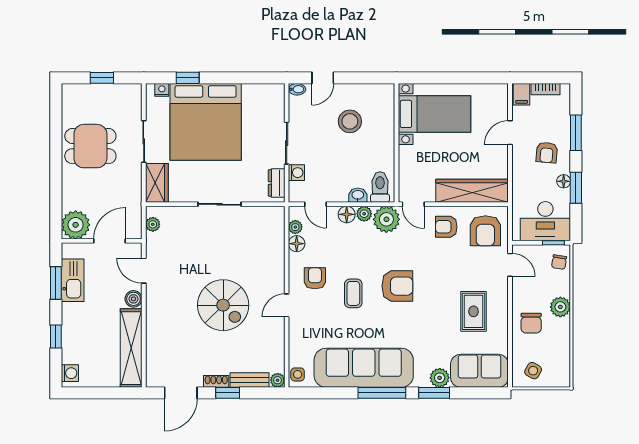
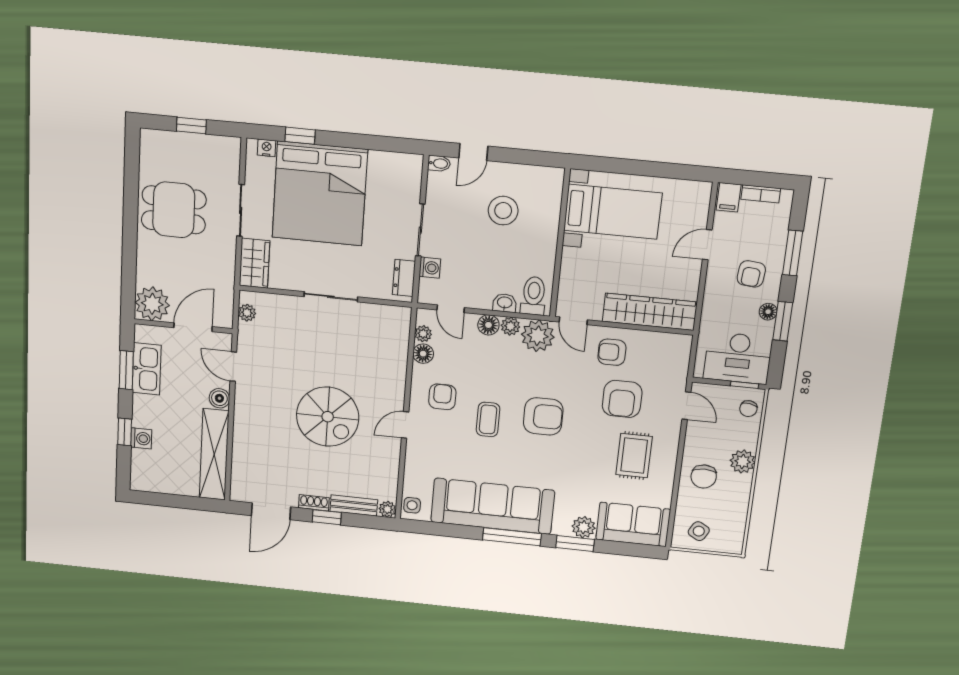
armchair: (485, 231) -> (622, 399), moved
washing machine: (70, 373) -> (141, 438), moved

